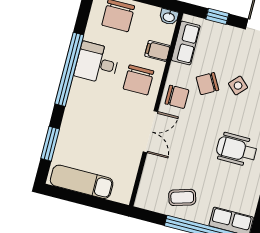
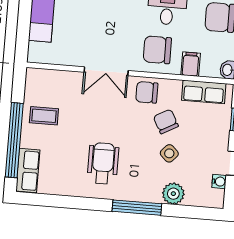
chair: (177, 97) -> (147, 92), turned 90
coffee table: (182, 197) -> (44, 116), turned -73

